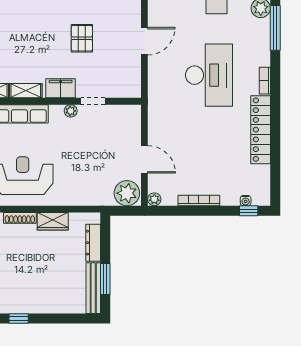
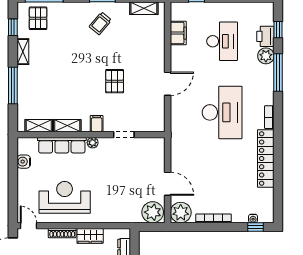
filing cabinet: (61, 88) -> (97, 124), width x0.50
plant: (71, 111) -> (93, 143), moved
plant: (154, 199) -> (181, 213), width x1.88, depth x1.88

